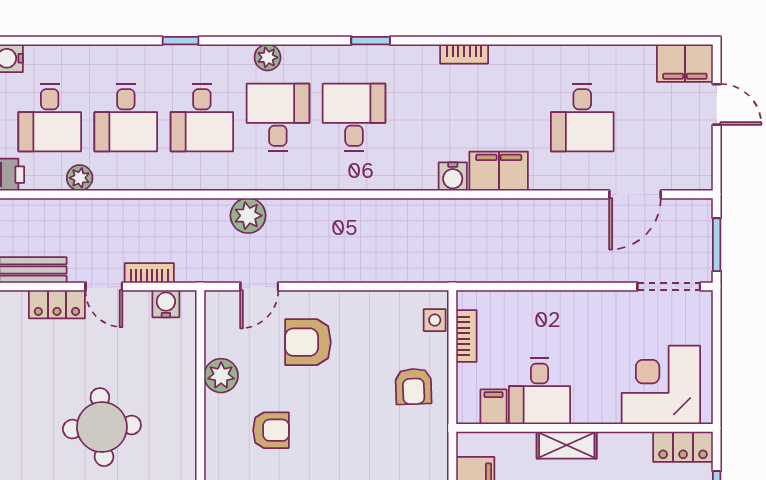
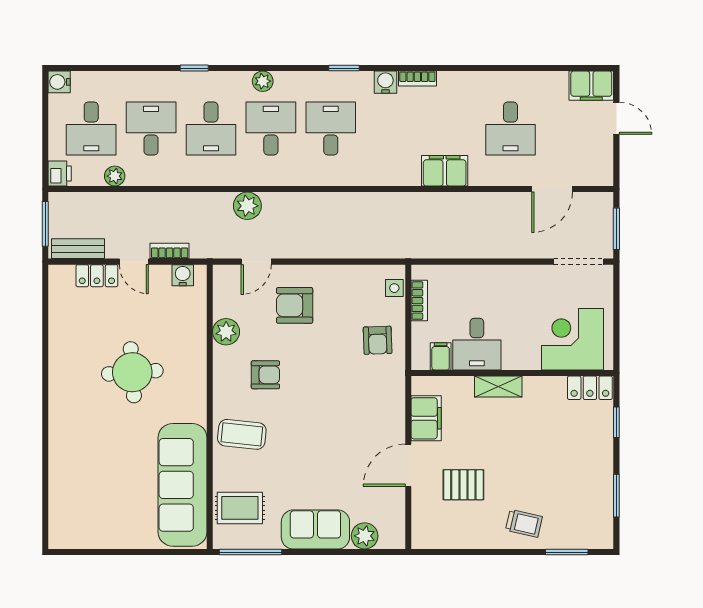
desk: (126, 118) -> (151, 129), turned 180
water cooler: (453, 176) -> (385, 82), moved, turned 180

